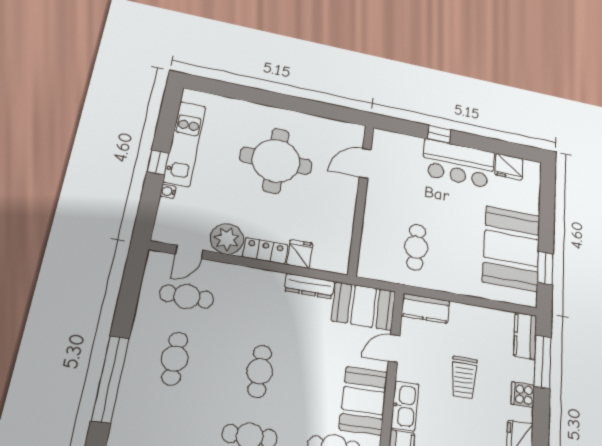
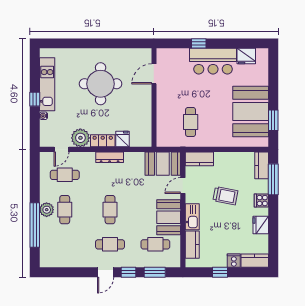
dresser: (309, 286) -> (110, 157), moved
plant: (140, 354) -> (47, 210), added
trolley: (464, 377) -> (225, 196), turned -79

